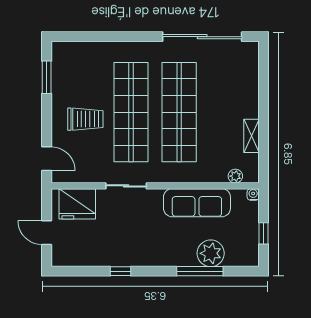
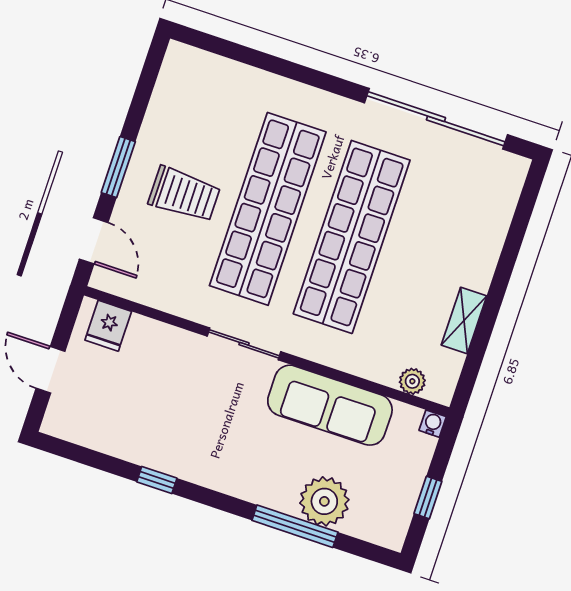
window: (47, 77) -> (118, 167), moved
sliding door: (126, 186) -> (244, 344), moved
fridge: (77, 204) -> (108, 326), width x0.53, depth x0.75

